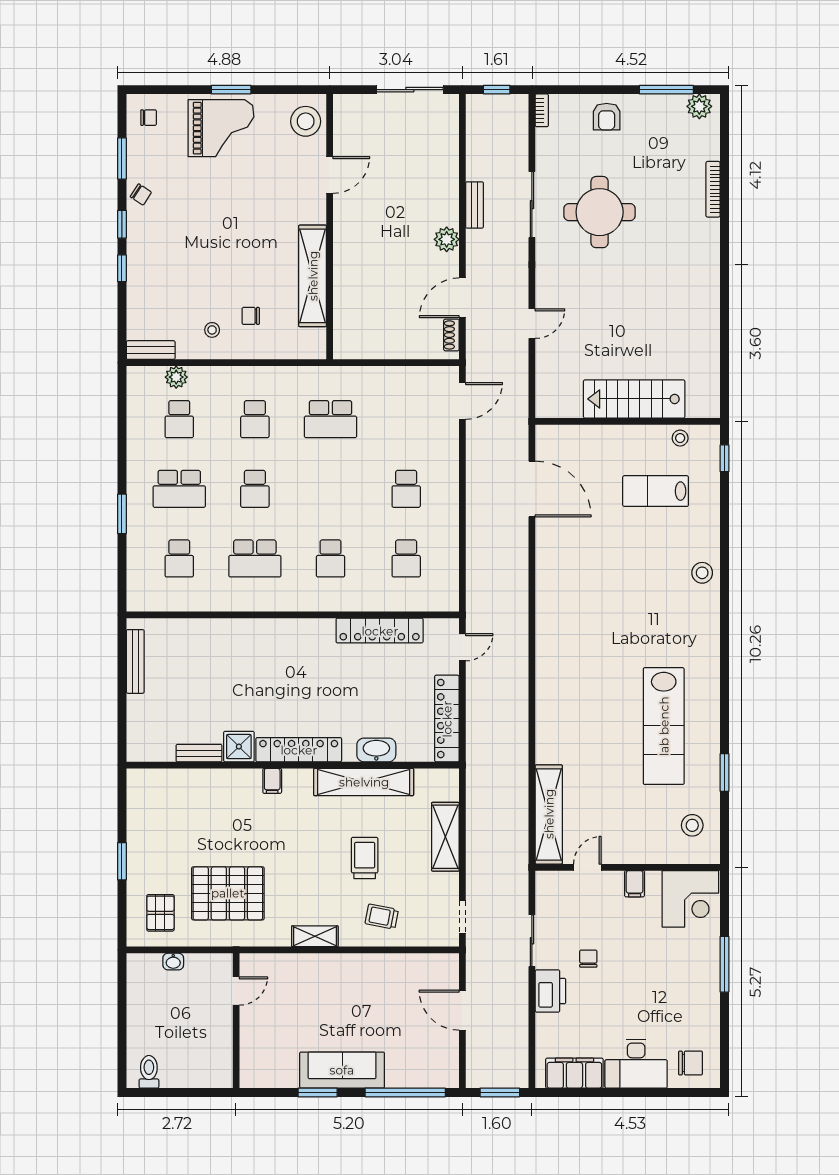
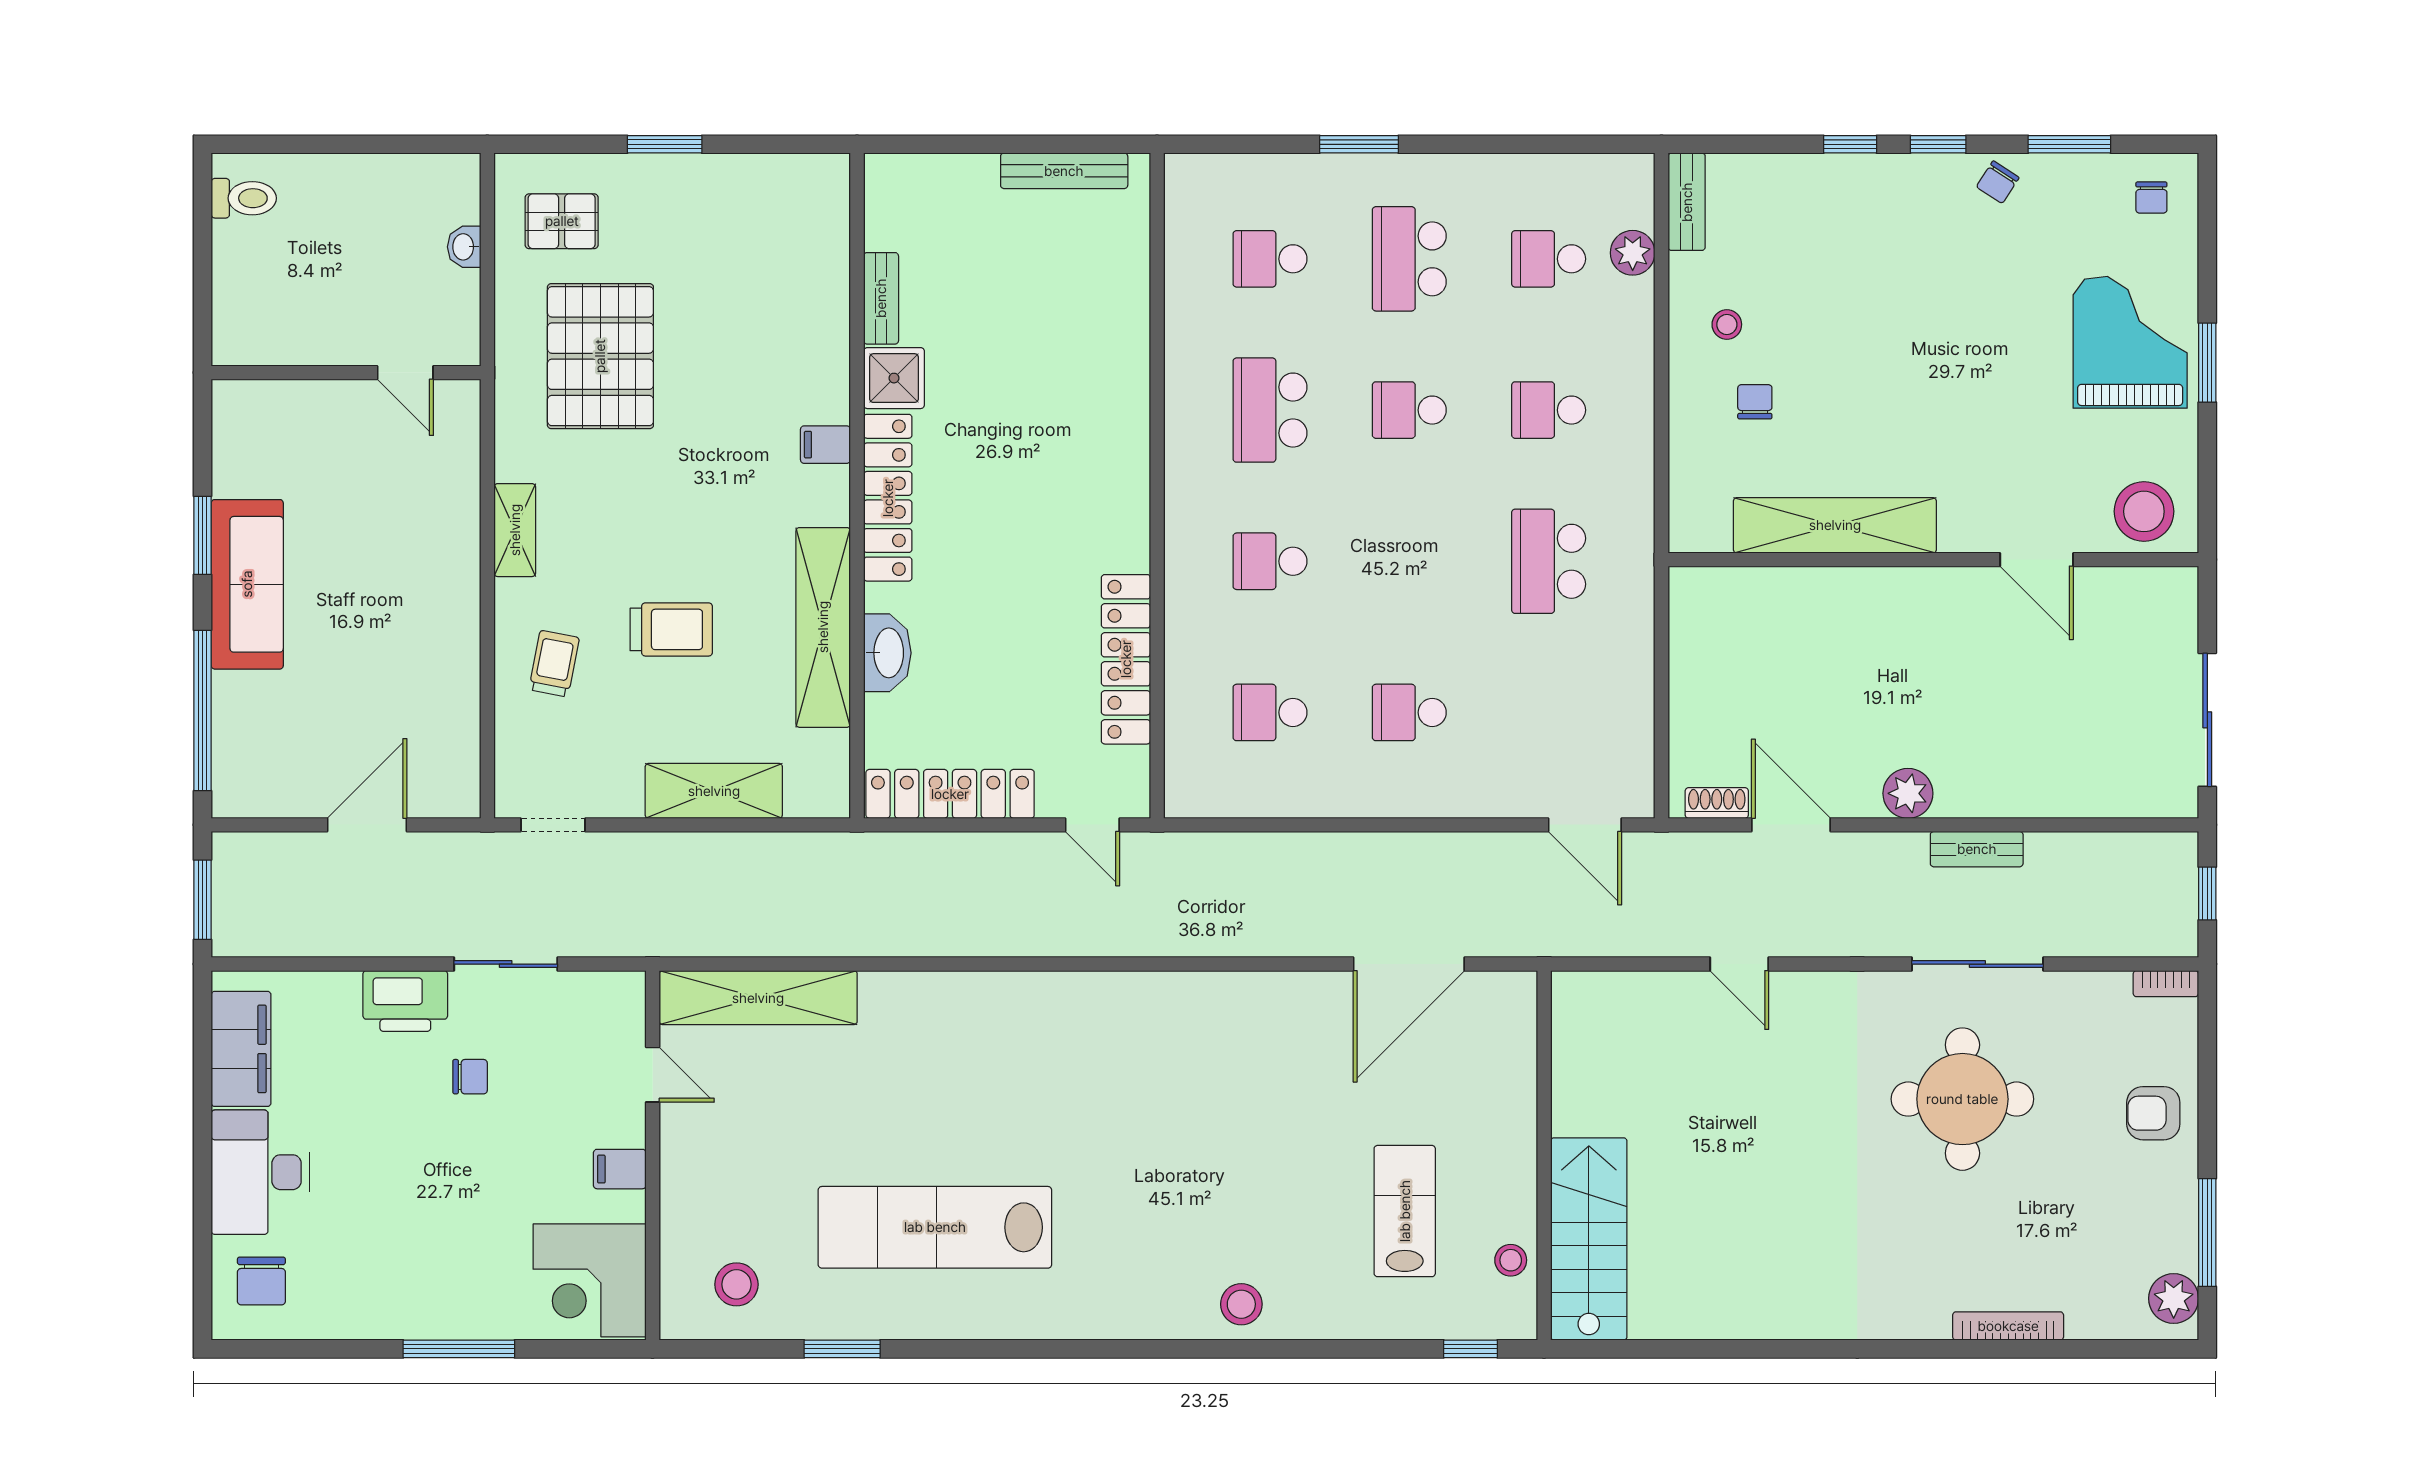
grand piano: (221, 128) -> (2130, 342), turned 180
stairs: (634, 399) -> (1589, 1239), moved

